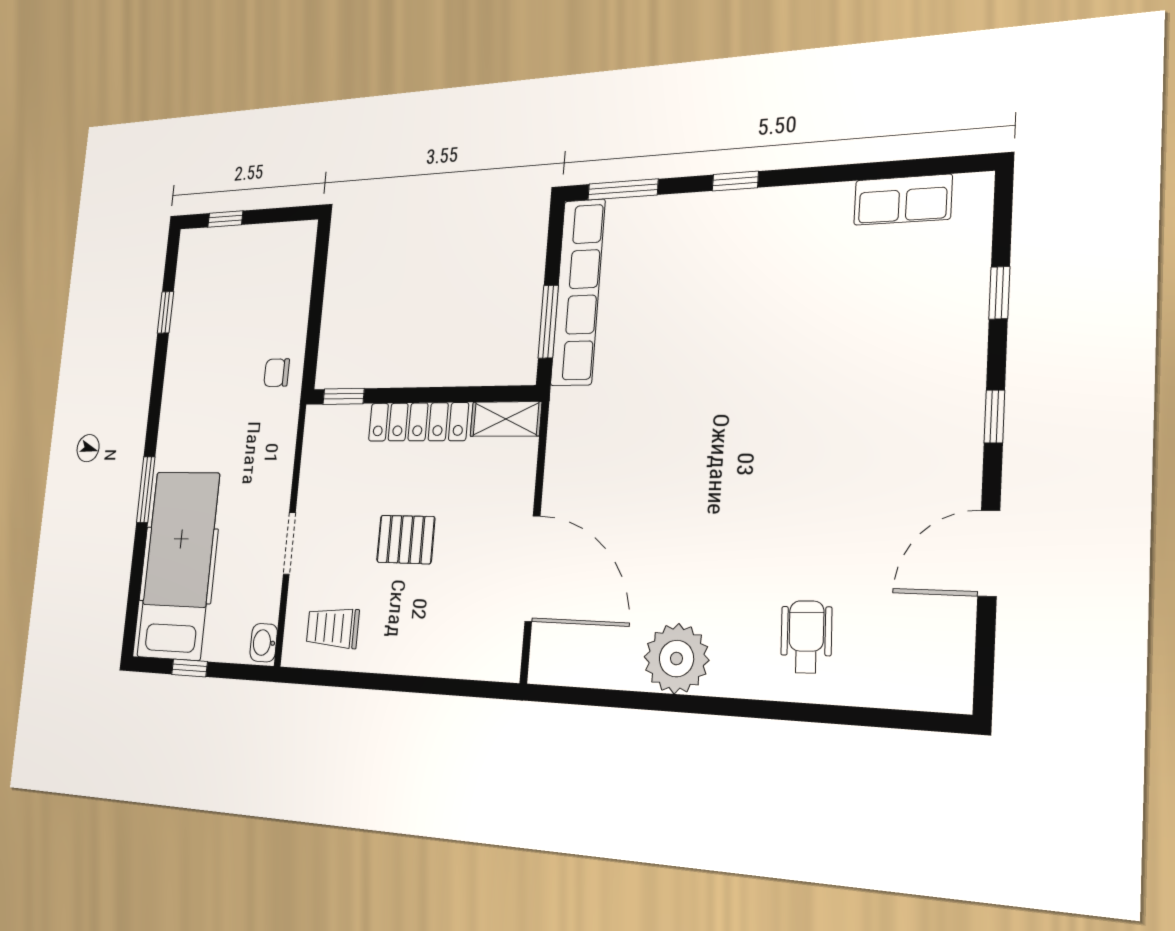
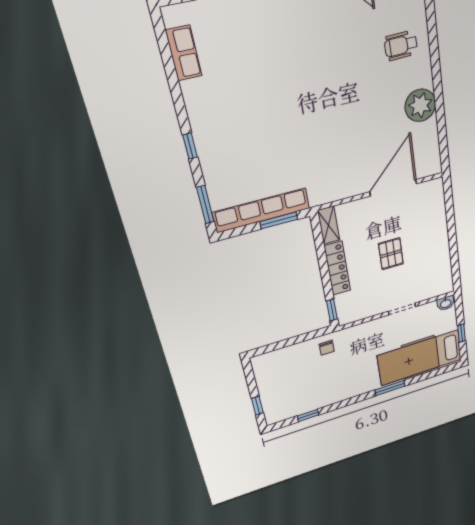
trolley: (333, 628) -> (434, 273), removed

